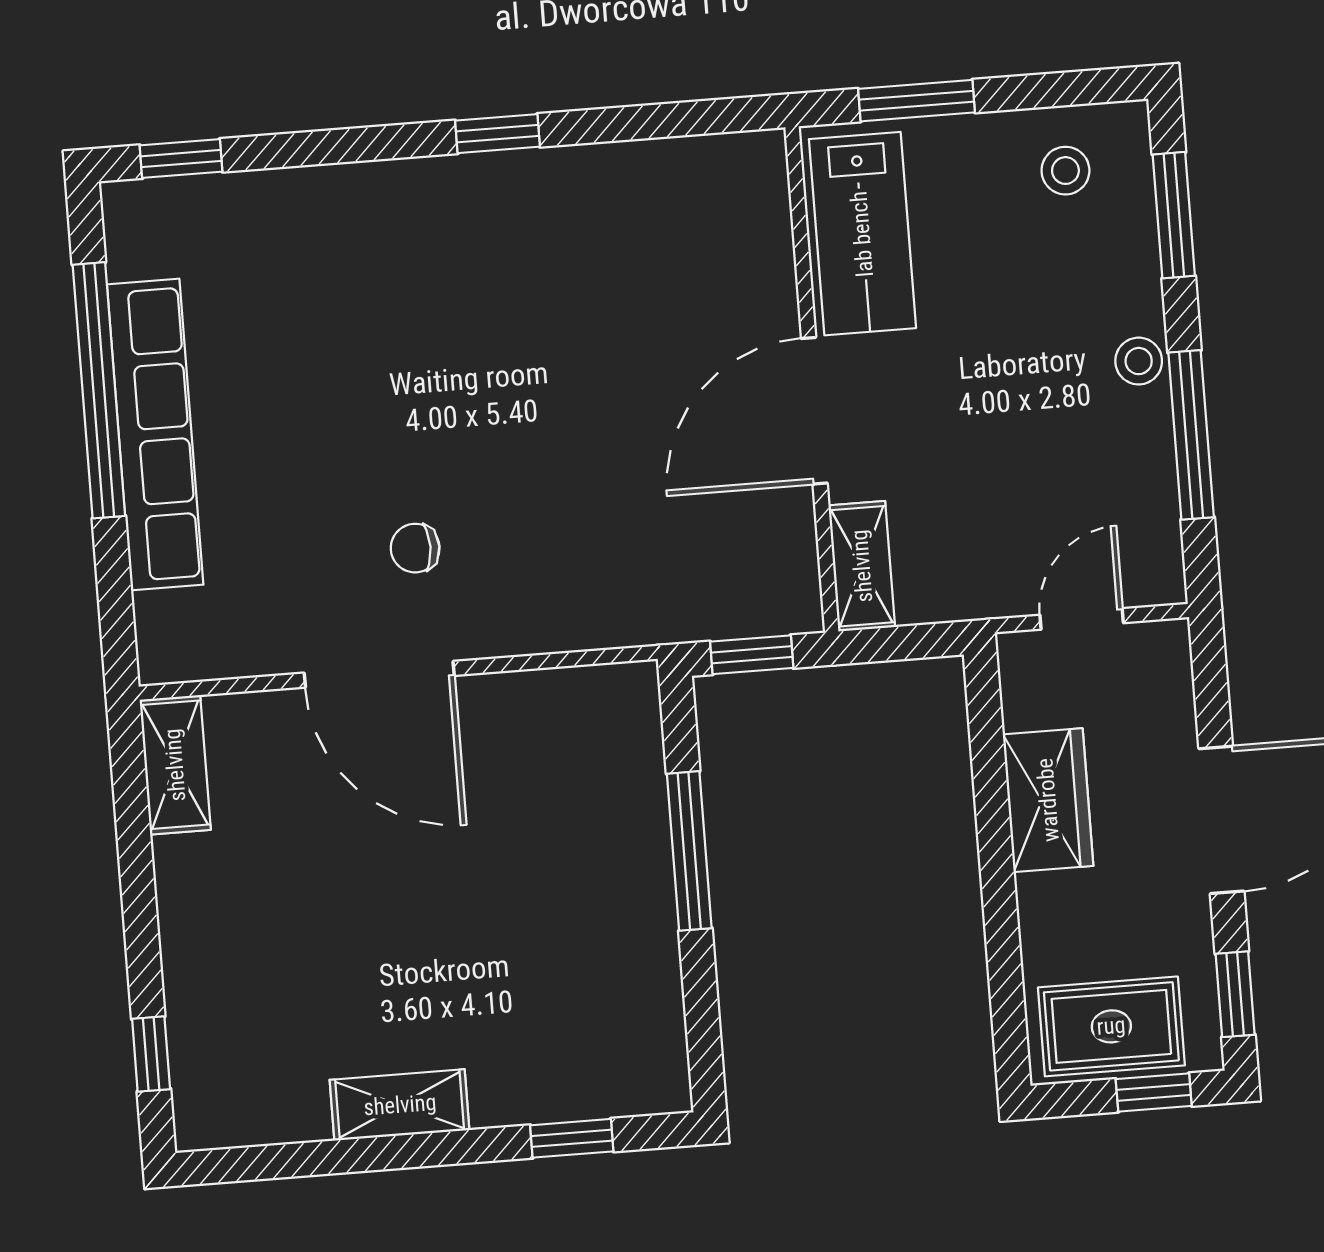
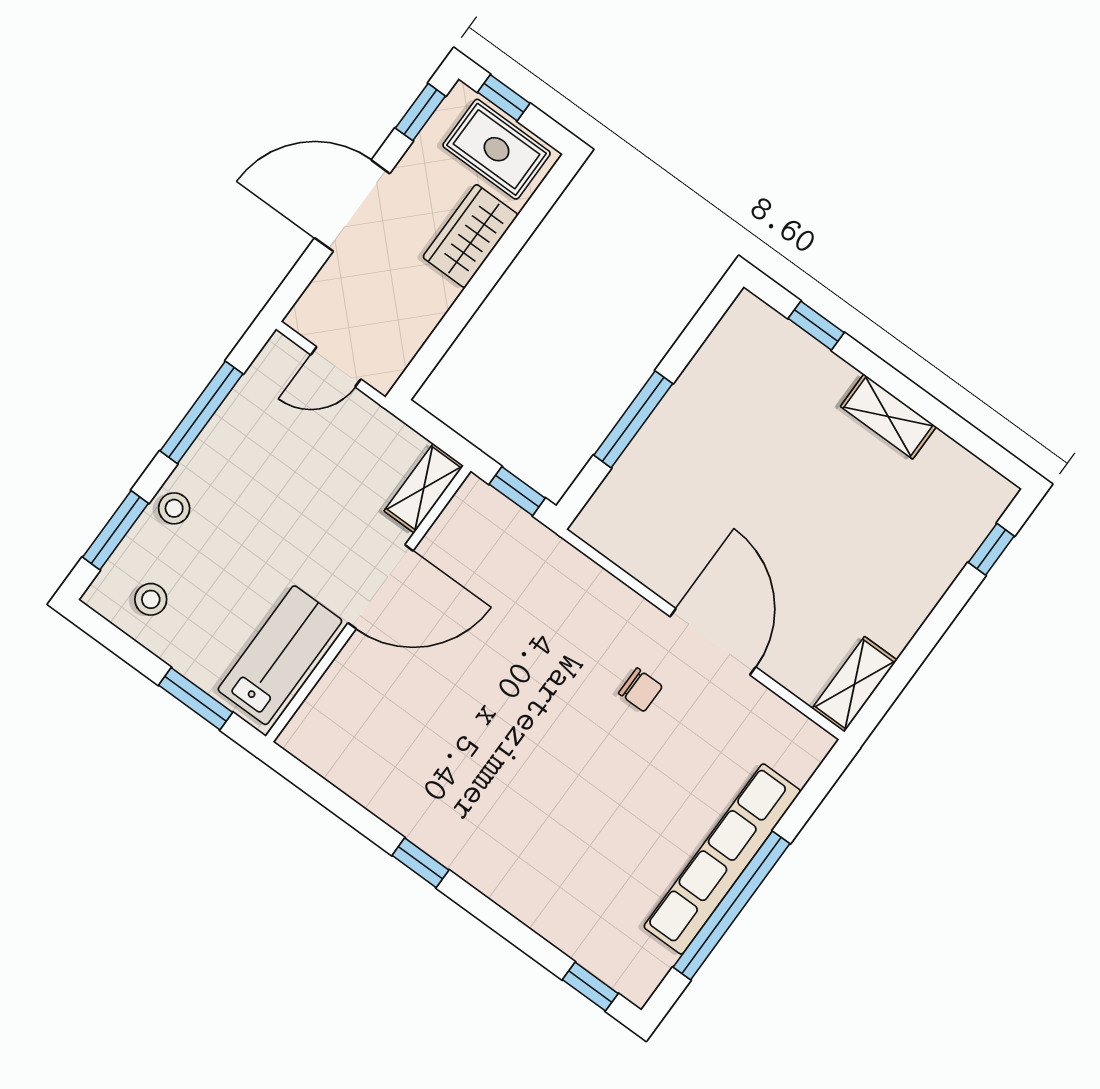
stool: (1139, 361) -> (174, 508), moved
wardrobe: (1048, 800) -> (470, 236), moved

